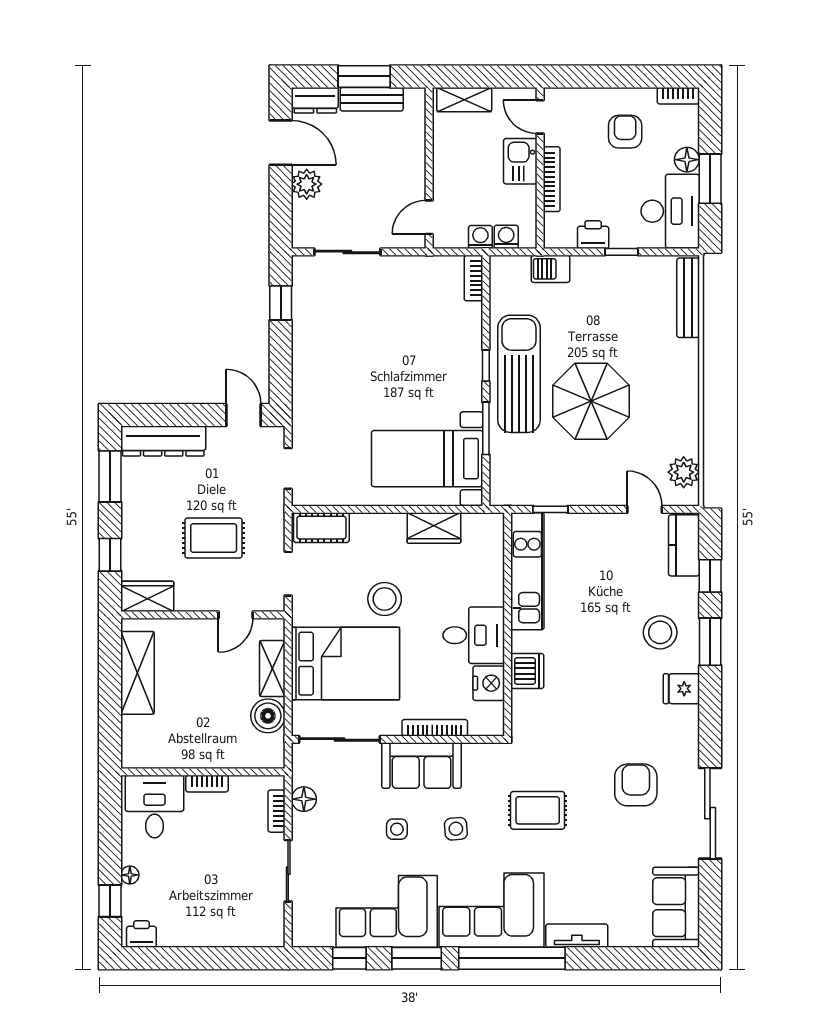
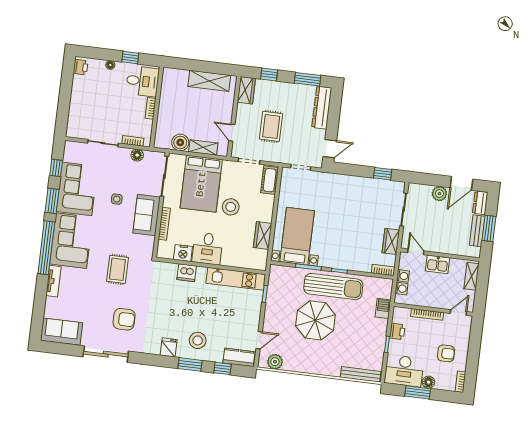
kitchen sink: (520, 161) -> (437, 264), moved, turned 180
wardrobe: (414, 270) -> (391, 241), added
side table: (456, 829) -> (113, 228), removed
window: (110, 901) -> (130, 57), moved

